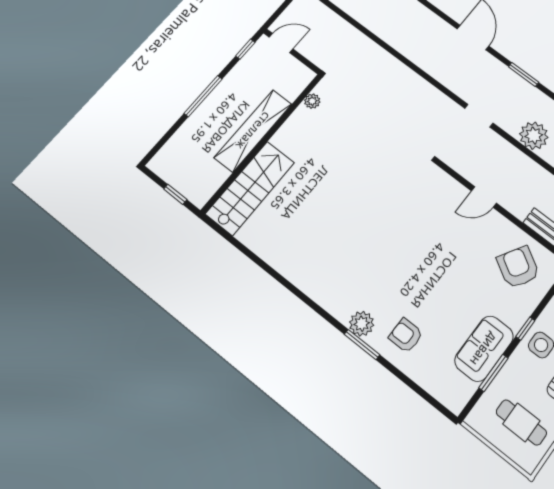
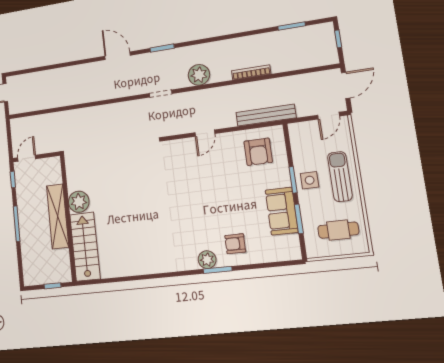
plant: (312, 101) -> (79, 202), moved, width x1.88, depth x1.88
armchair: (518, 267) -> (258, 152), turned -121
window: (525, 329) -> (293, 180), width x1.50

